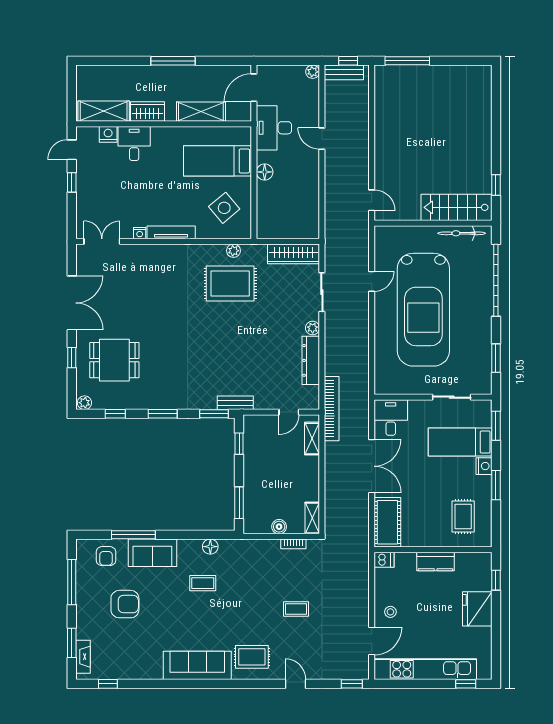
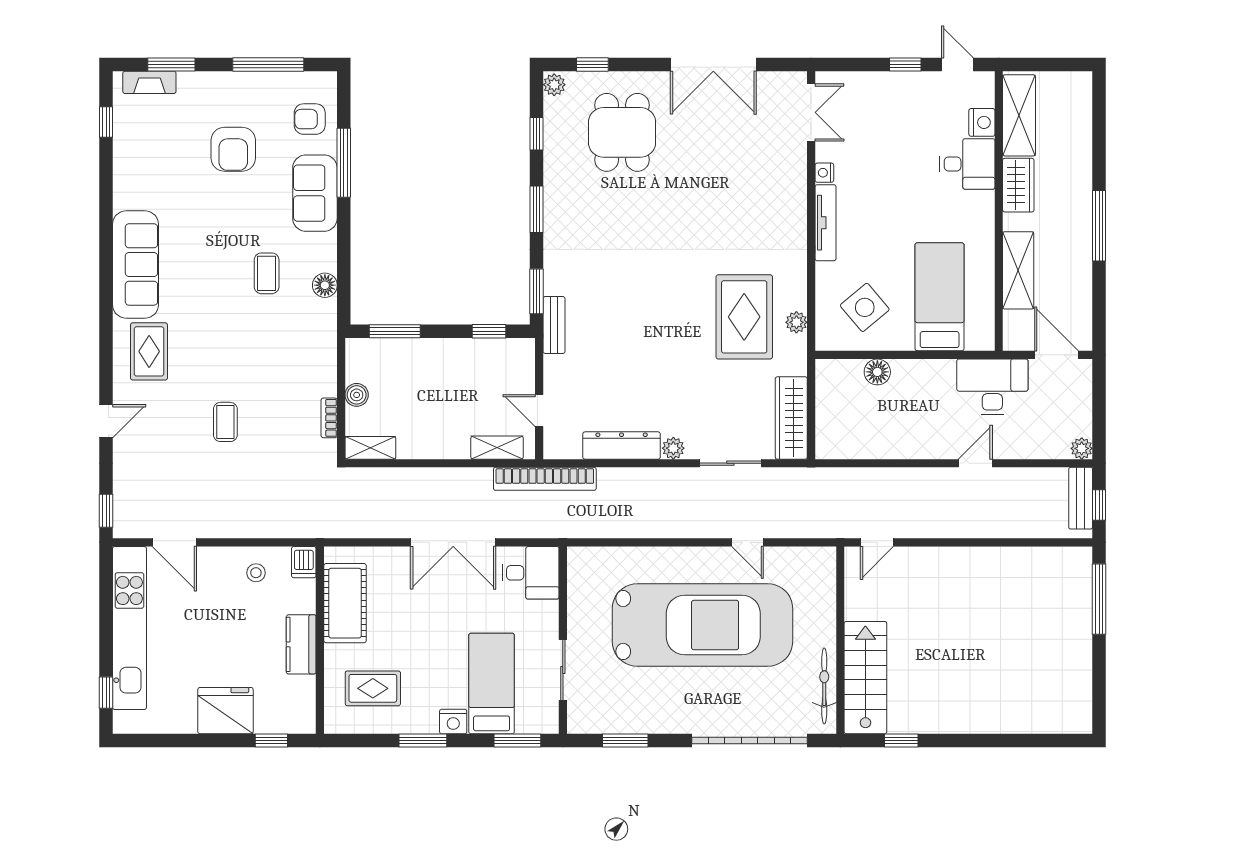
floor lamp: (265, 172) -> (877, 372), moved
car: (423, 310) -> (702, 625), turned 180
window: (72, 358) -> (592, 64), moved
cot: (387, 522) -> (345, 603), moved, turned 90
stool: (390, 612) -> (256, 573), moved

